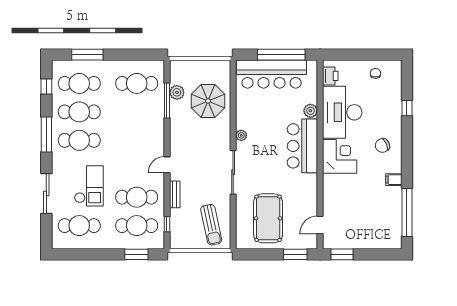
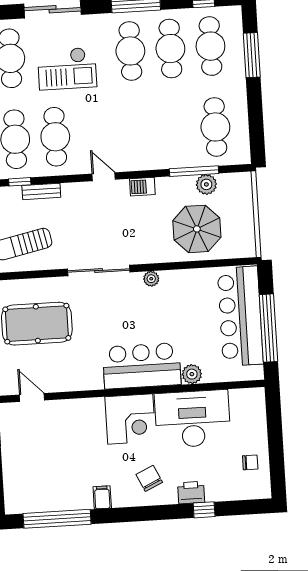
printer: (330, 76) -> (191, 493), moved, turned 180
barbecue: (176, 138) -> (142, 187), added
bench: (175, 194) -> (41, 191), moved

